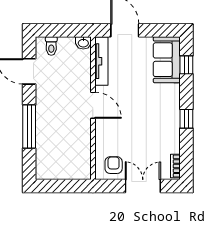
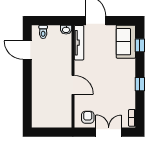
door: (93, 105) -> (73, 85), moved
window: (29, 127) -> (27, 90), removed

